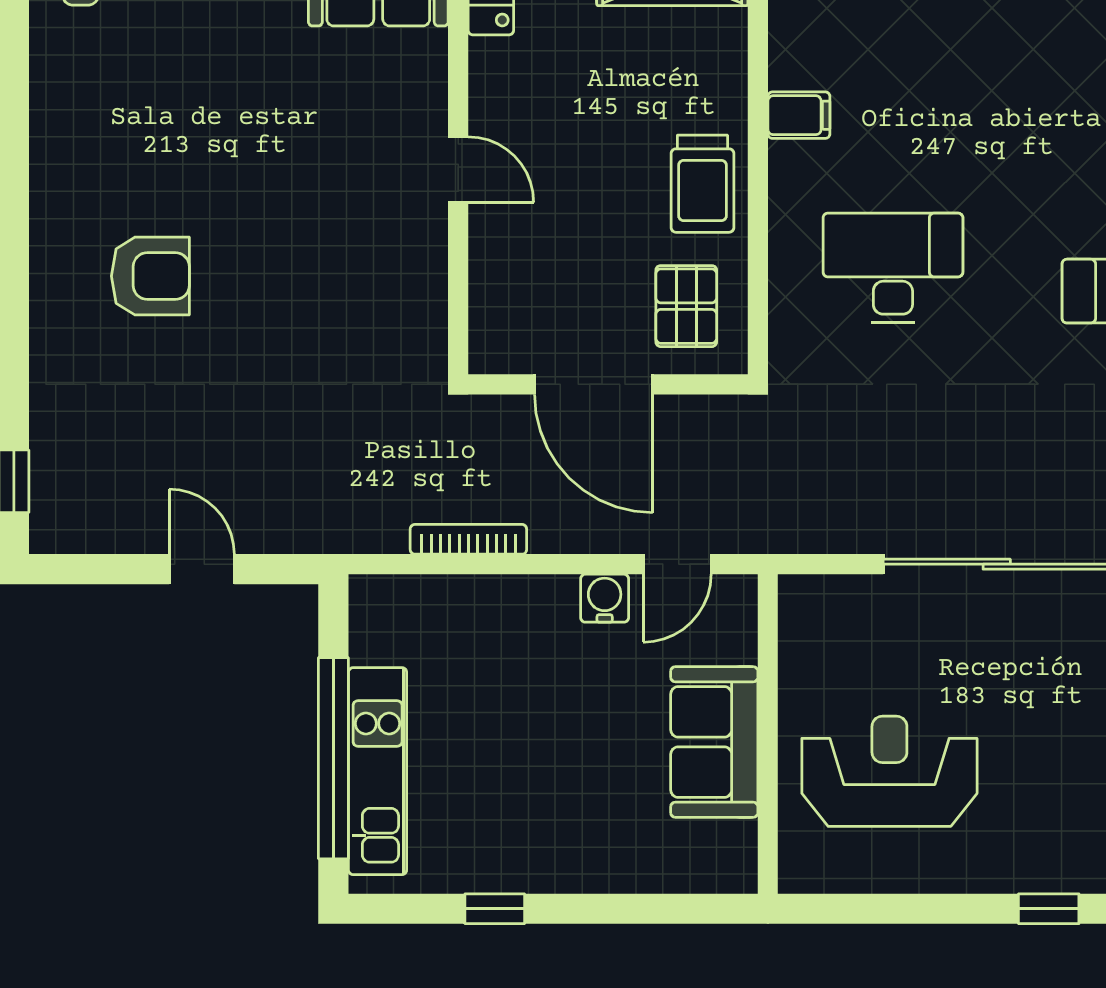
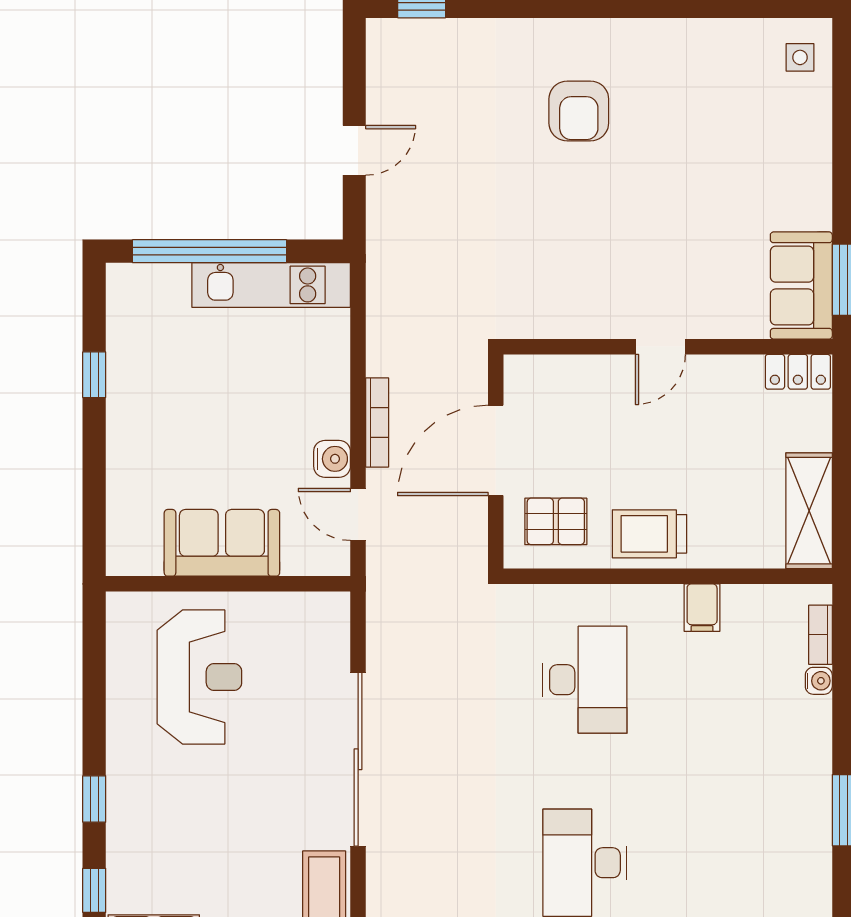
bookcase: (468, 539) -> (377, 422), moved
kitchen unit: (378, 771) -> (271, 285), moved

